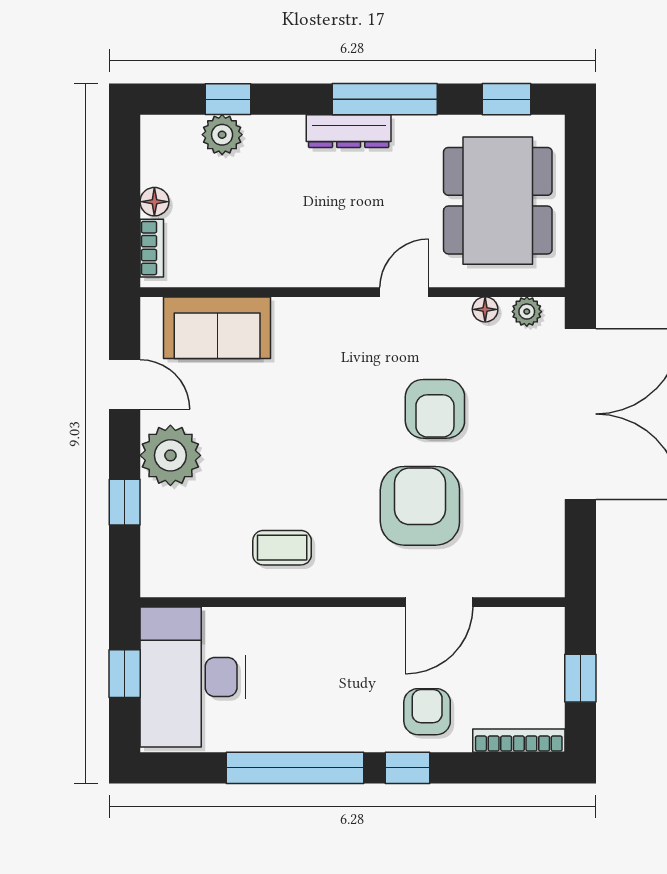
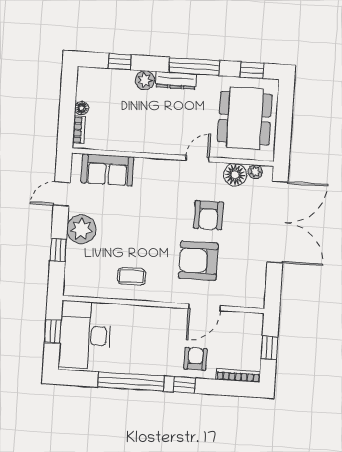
plant: (222, 135) -> (145, 80), moved
floor lamp: (485, 309) -> (235, 175), width x1.89, depth x1.89
door: (125, 384) -> (62, 194), swing flipped
armchair: (420, 506) -> (198, 261), turned -90

